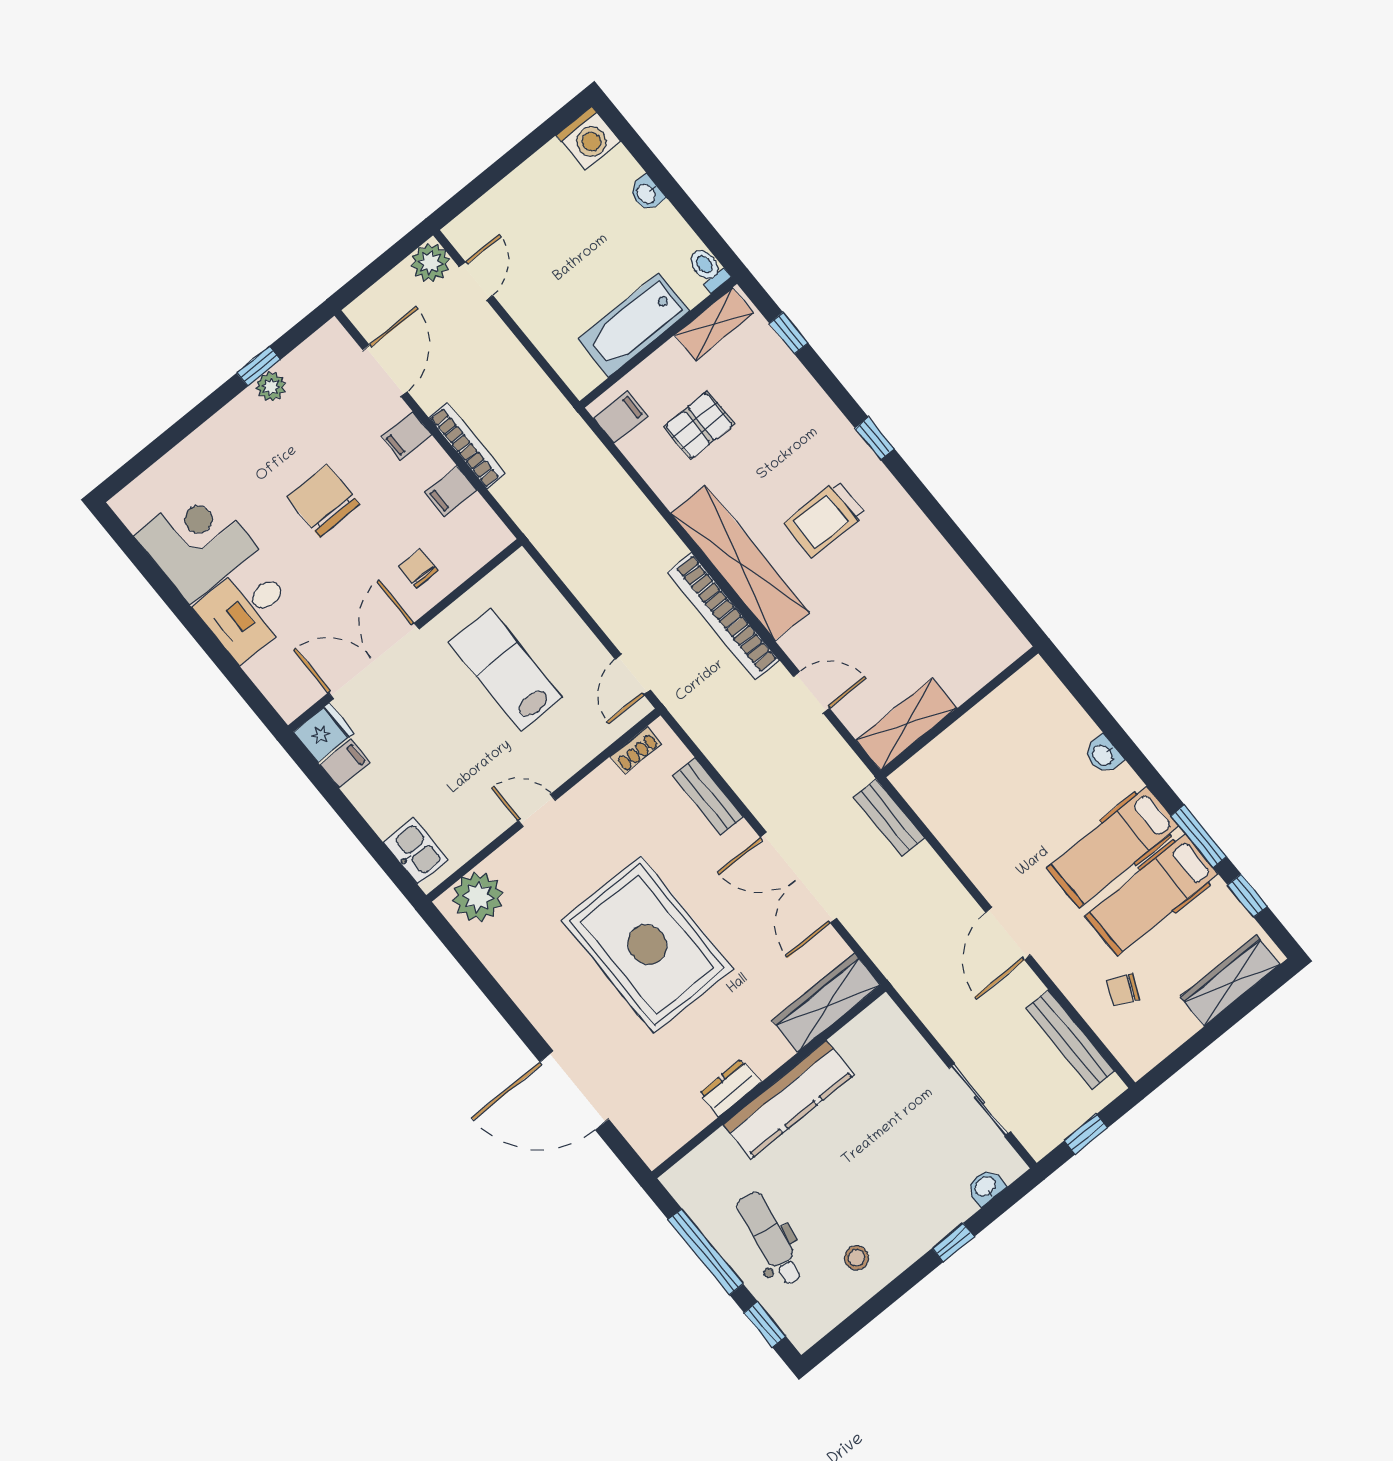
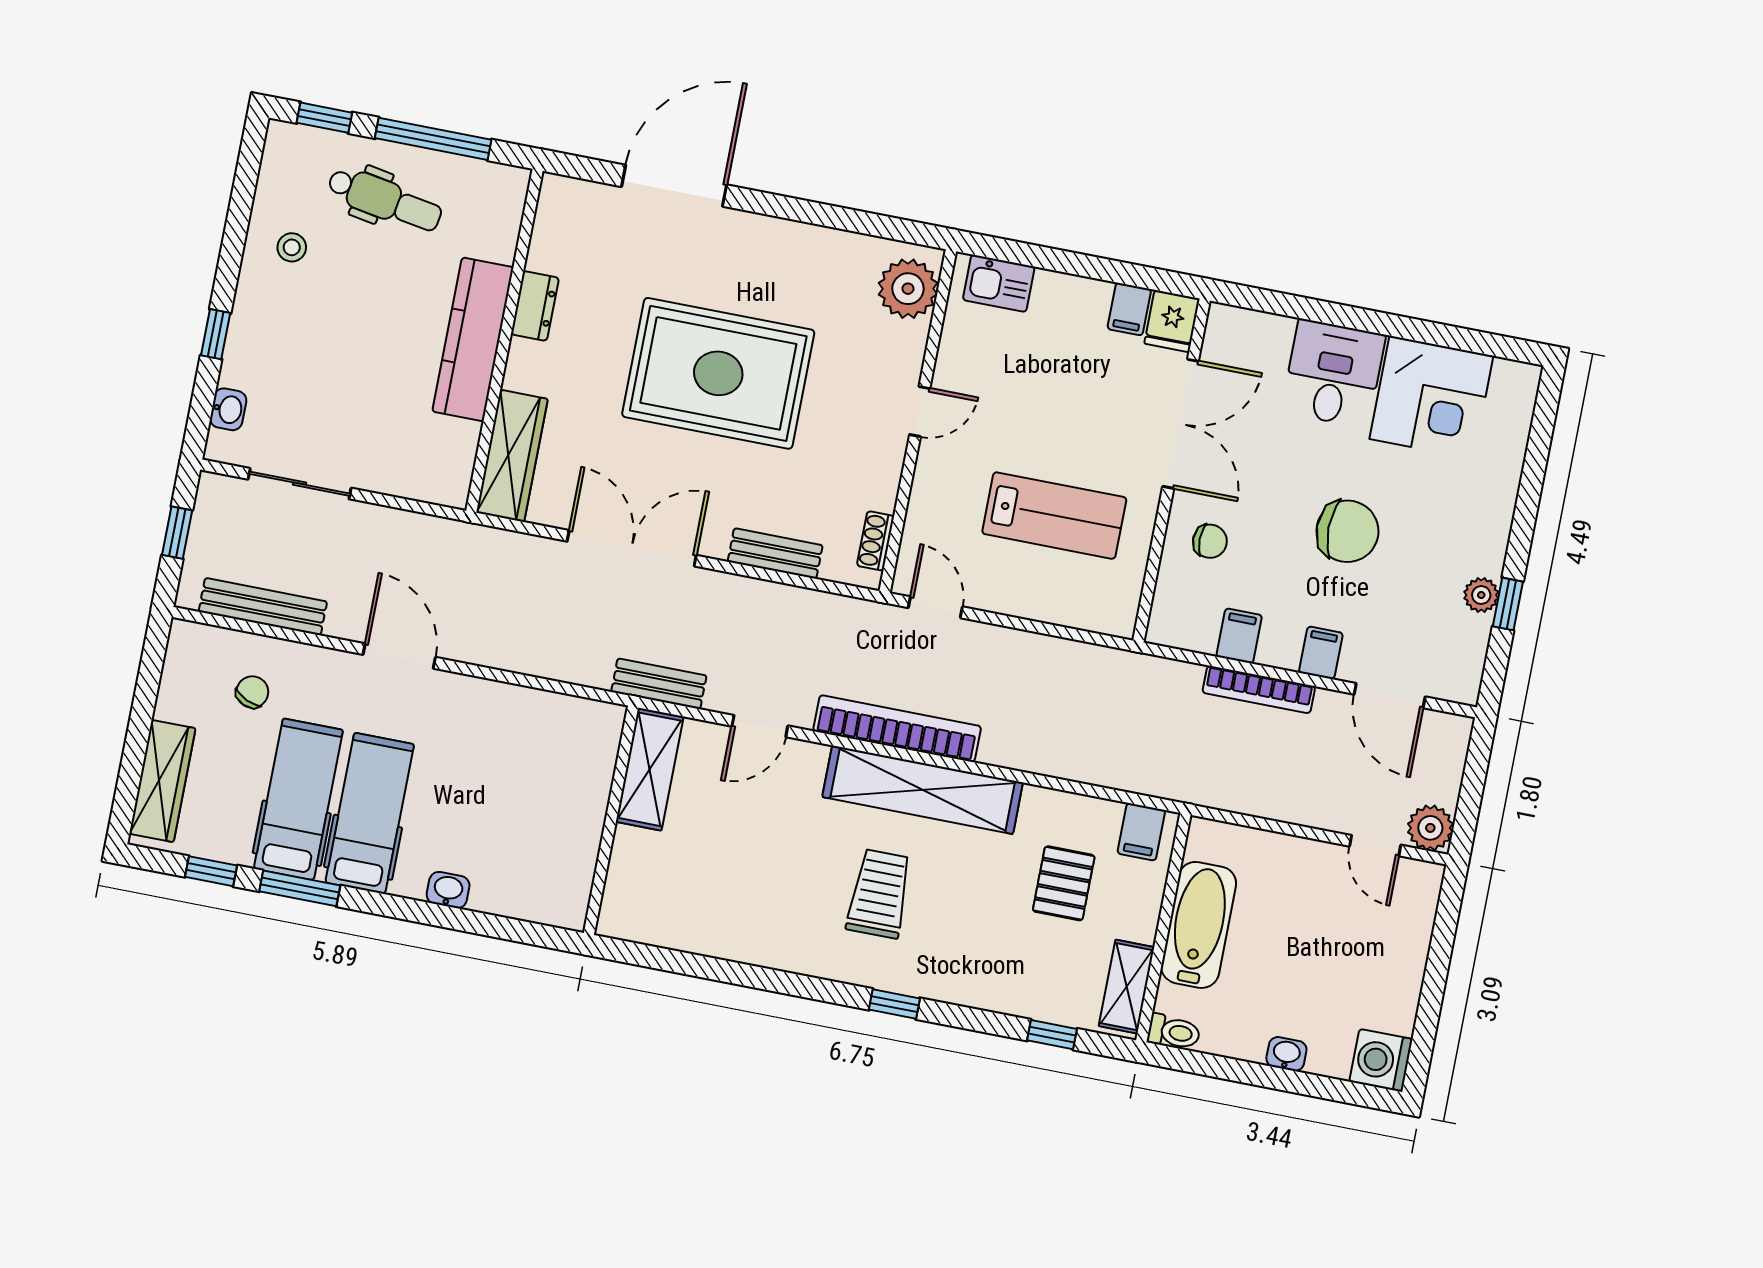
bench: (889, 817) -> (659, 684), moved

